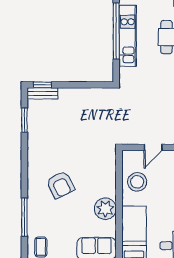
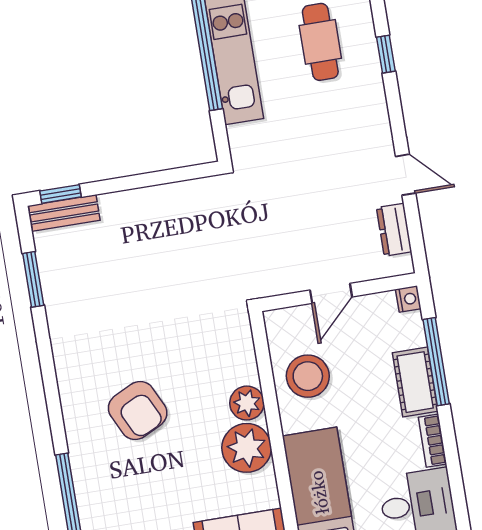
plant: (109, 189) -> (247, 403), added

